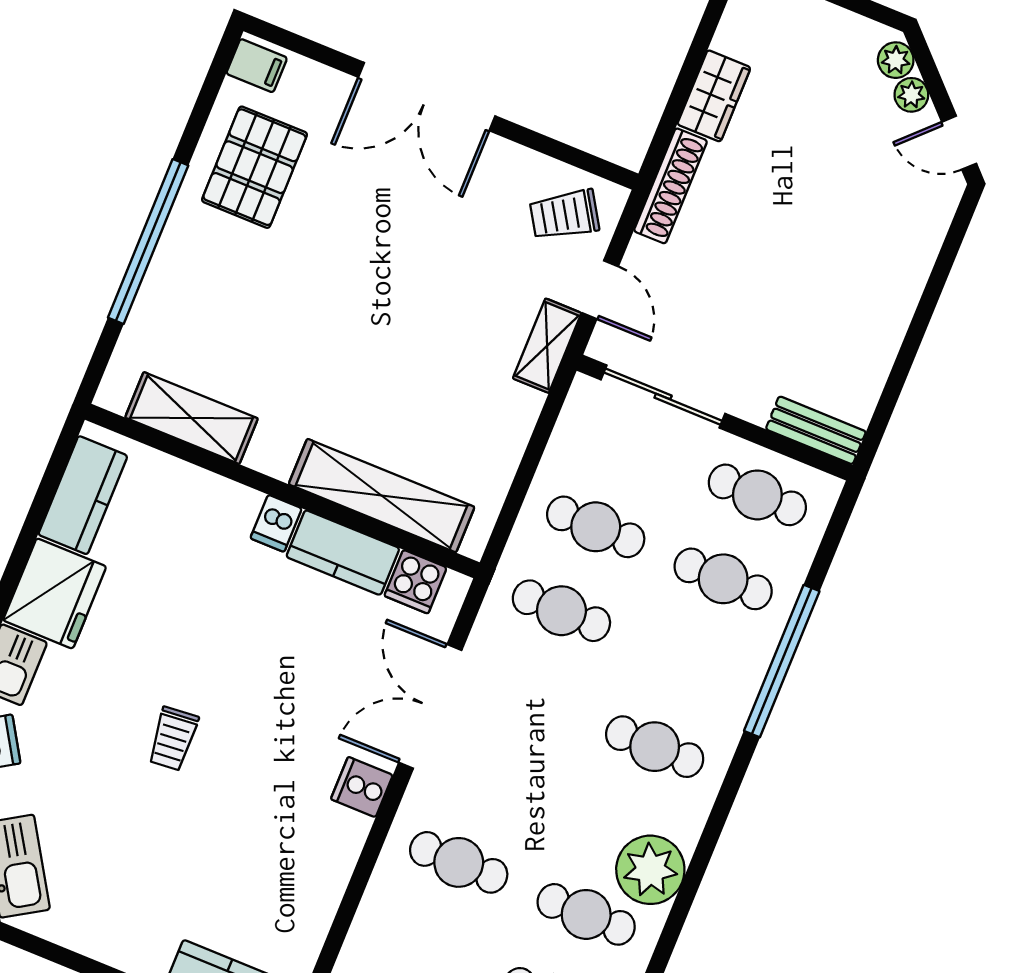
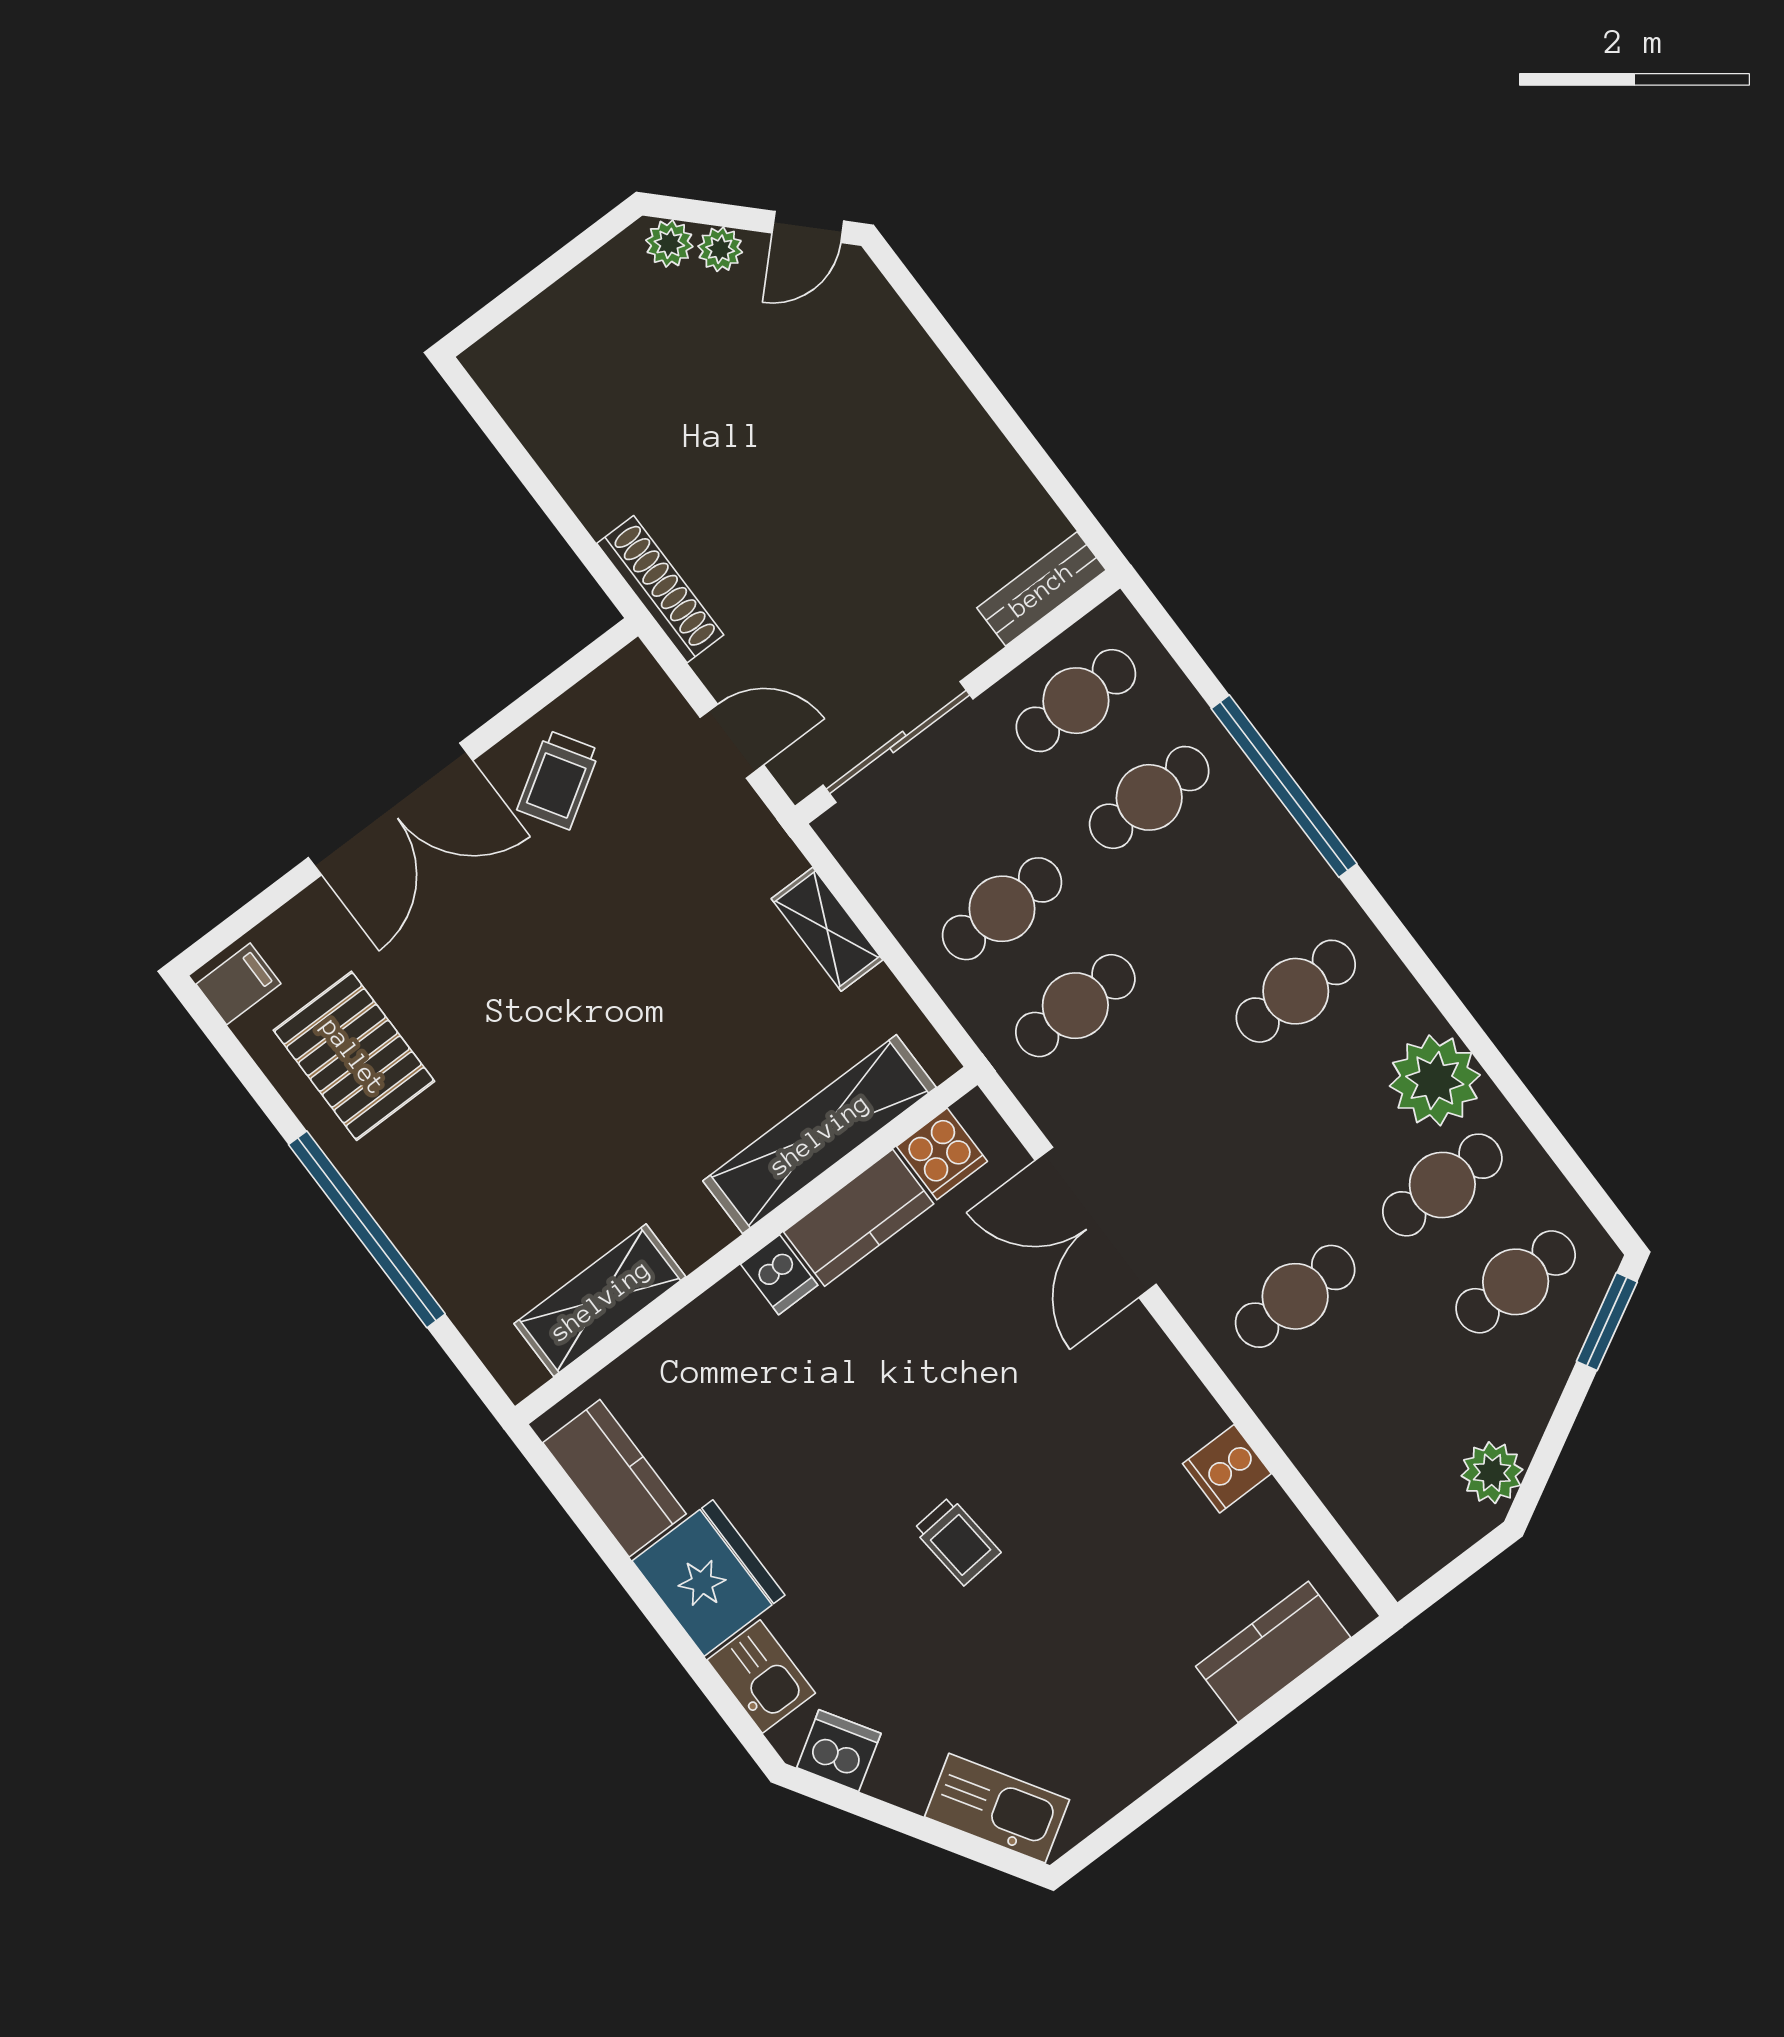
wardrobe: (714, 96) -> (586, 478), removed
trolley: (564, 215) -> (558, 780), moved
shelving: (547, 346) -> (827, 929), moved
cooker: (362, 787) -> (1227, 1469), moved

